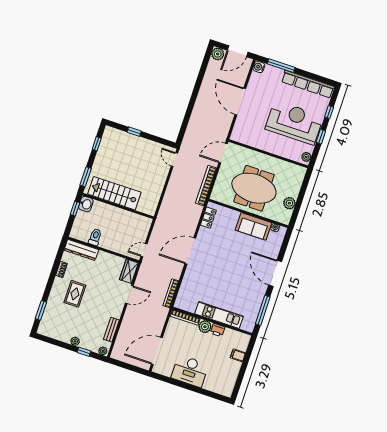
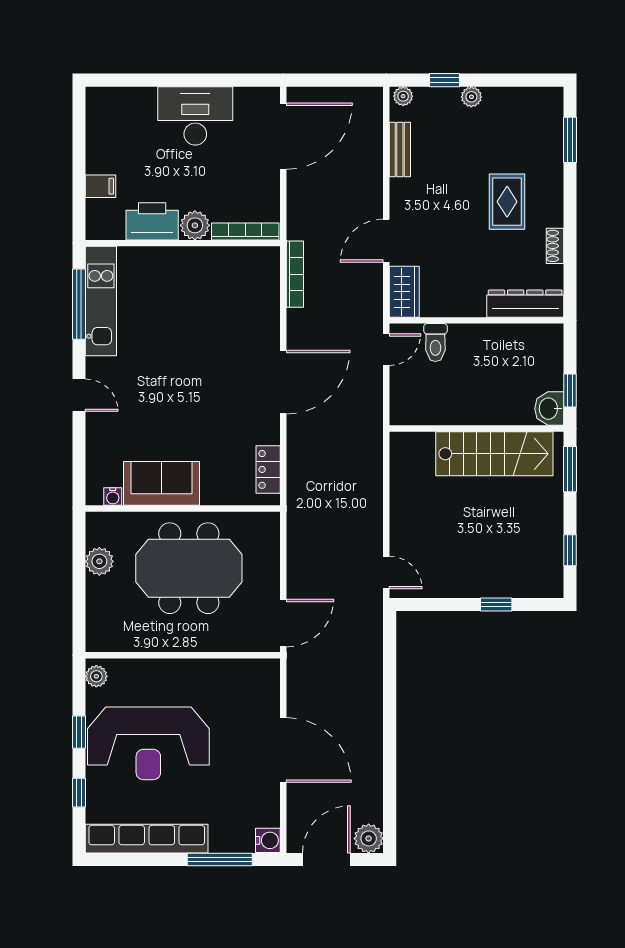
bookcase: (206, 186) -> (297, 539), removed
toilet: (95, 237) -> (435, 343), moved
door: (275, 273) -> (79, 395), width x0.53
kitchen unit: (219, 315) -> (101, 301), moved, turned -90
printer: (218, 330) -> (152, 221), width x1.87, depth x1.48

